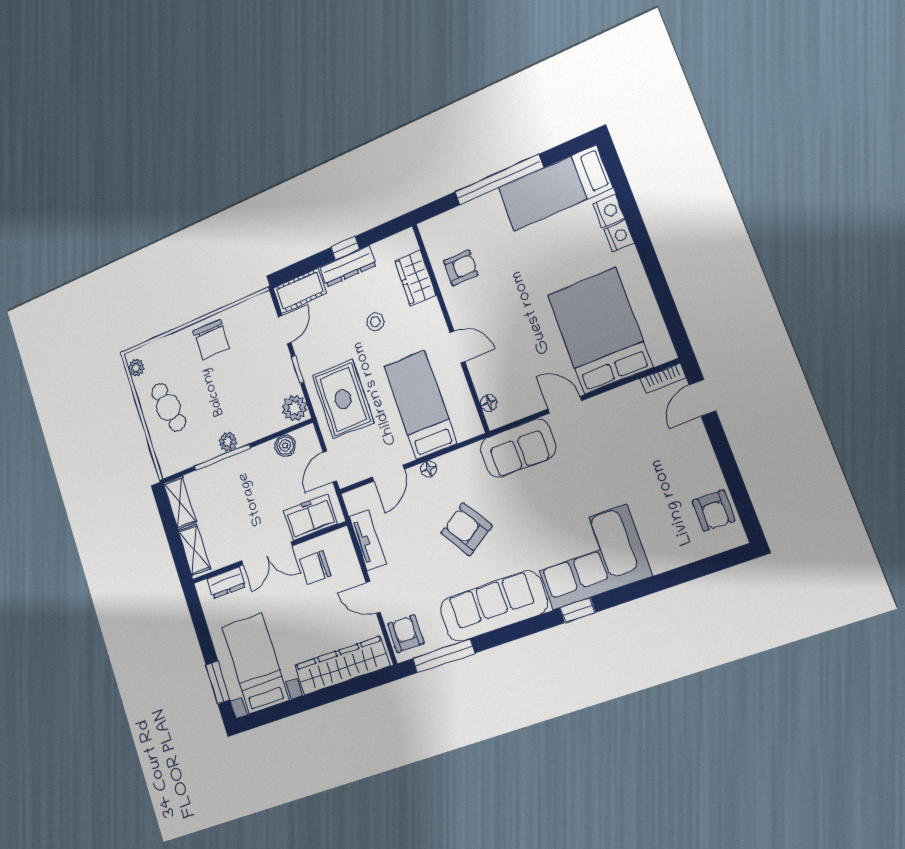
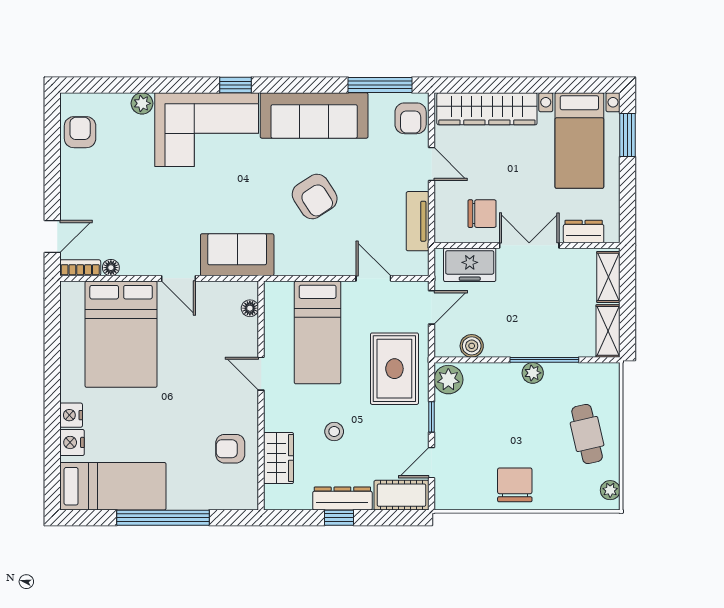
floor lamp: (429, 469) -> (111, 268), moved
door: (388, 473) -> (373, 278), hinge flipped
plant: (662, 561) -> (142, 103), added

